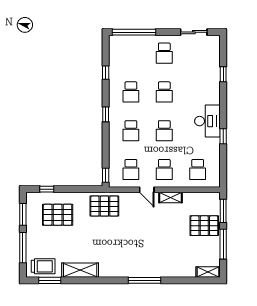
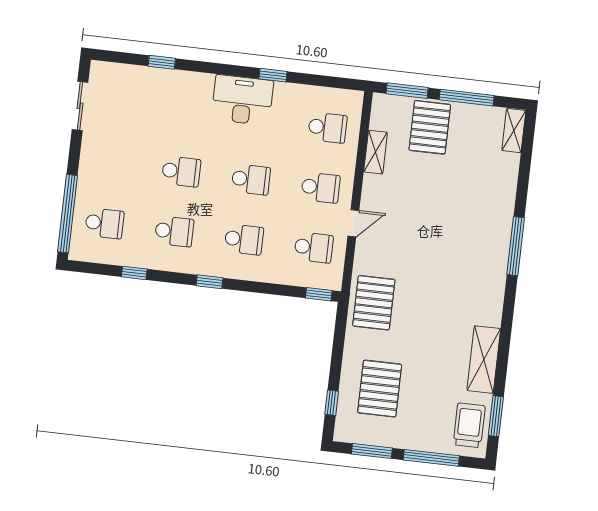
school desk: (164, 53) -> (104, 223), moved
shelving: (170, 198) -> (376, 152), moved

